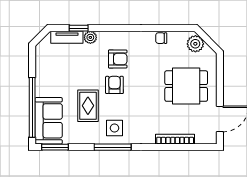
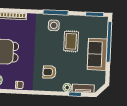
armchair: (114, 85) -> (52, 55), removed
sofa: (49, 121) -> (97, 54), moved

